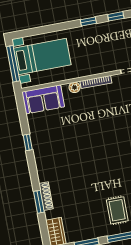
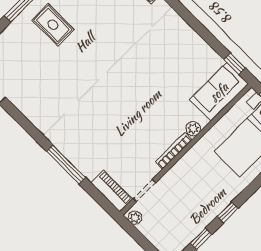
window: (28, 142) -> (235, 64), moved

